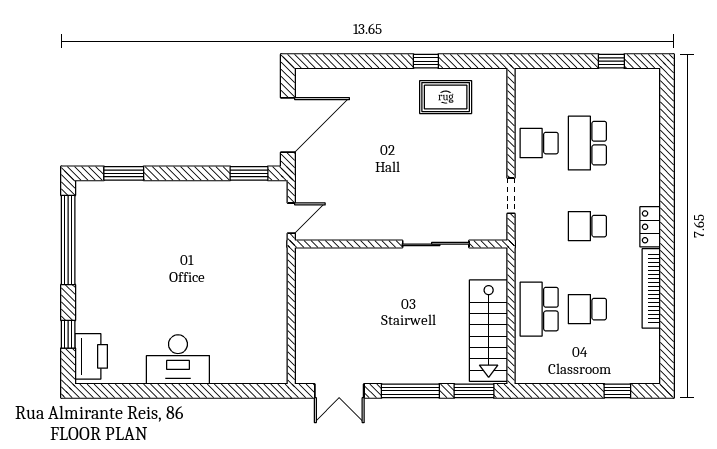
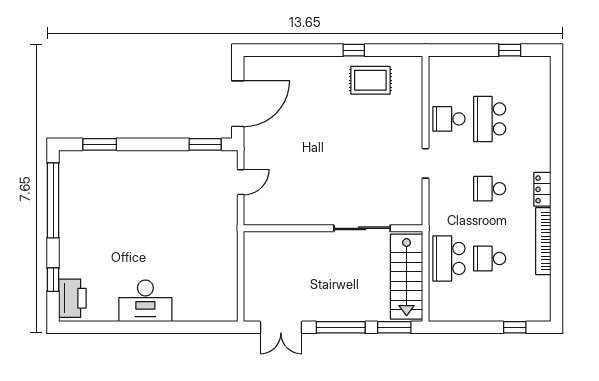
wall: (401, 244) -> (333, 228), moved
sliding door: (436, 244) -> (362, 228), moved

